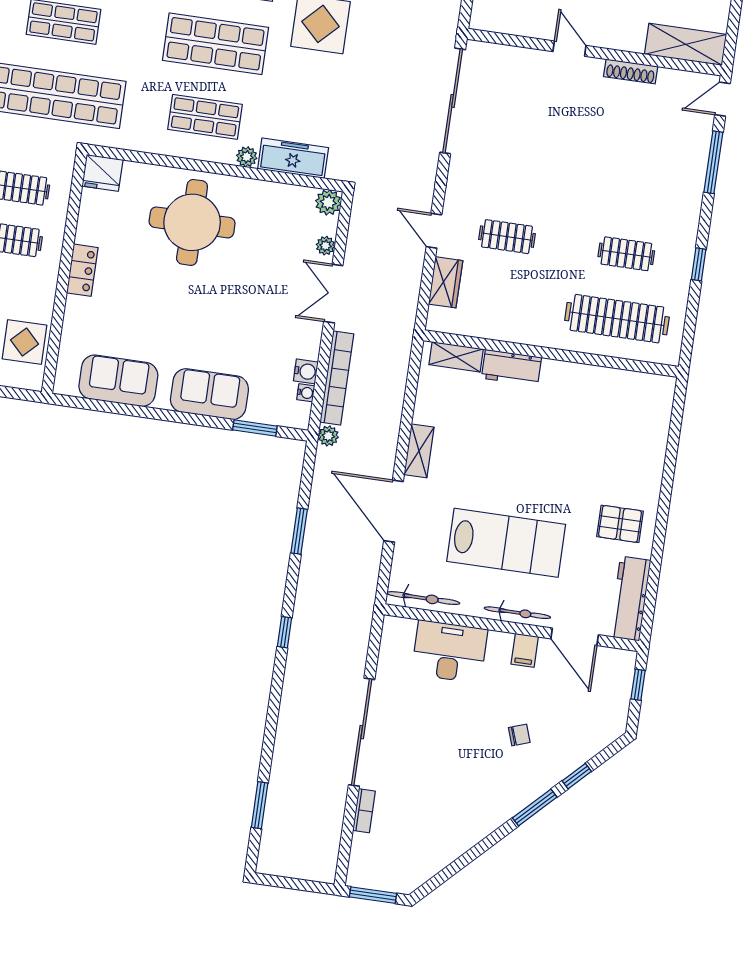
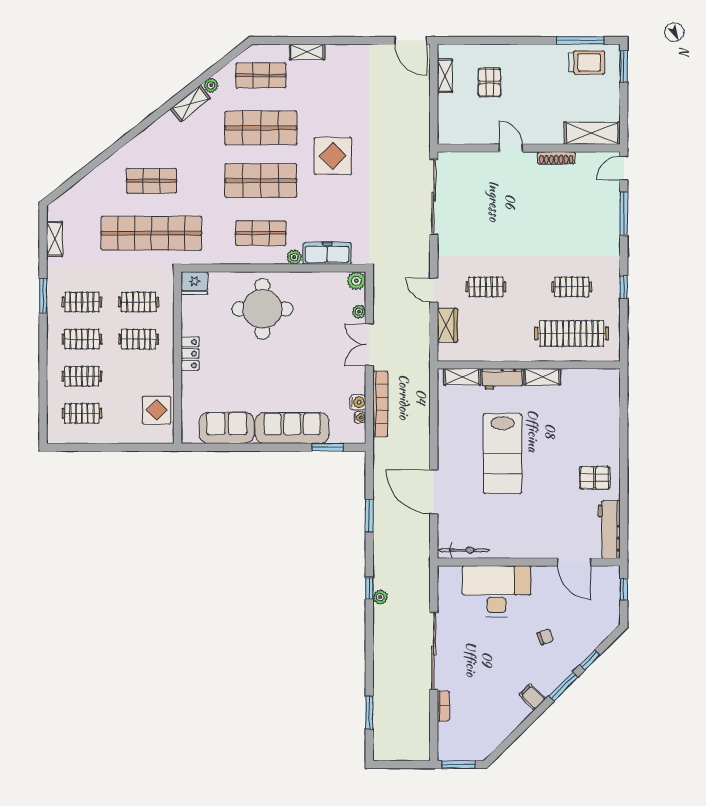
sofa: (209, 394) -> (292, 428), width x1.36
plant: (328, 436) -> (380, 597), moved
shelving: (419, 451) -> (542, 377), moved, turned 90
lab bench: (506, 543) -> (502, 454), moved, turned 90
bicycle: (517, 613) -> (531, 551), removed
filing cabinet: (525, 650) -> (532, 697), moved, turned 135
desk: (449, 652) -> (497, 591), width x1.36, depth x1.30

